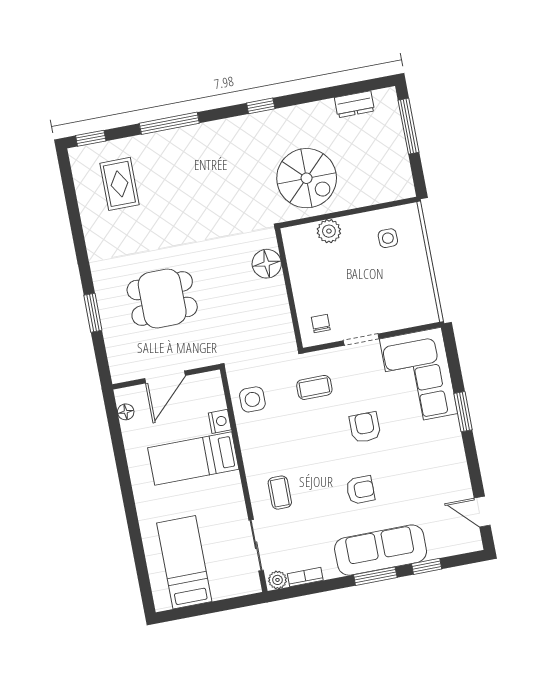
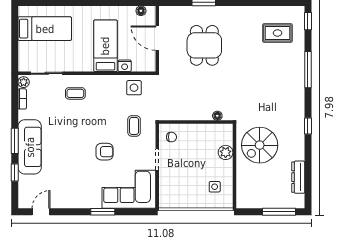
dresser: (354, 104) -> (298, 177), width x1.44
floor lamp: (267, 264) -> (217, 116), width x0.53, depth x0.53
armchair: (360, 490) -> (68, 142), removed

